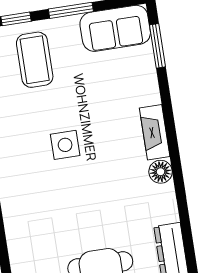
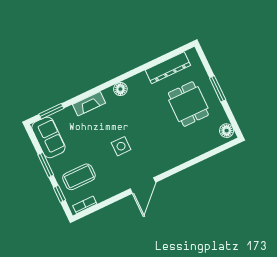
fireplace: (155, 132) -> (89, 104), moved

